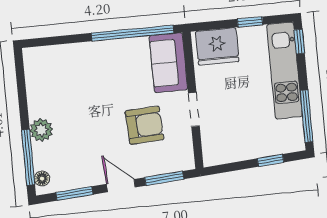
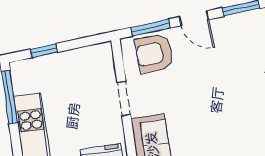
armchair: (145, 125) -> (154, 53), moved

